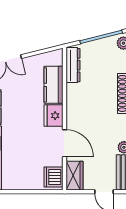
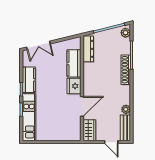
door: (64, 143) -> (82, 106), hinge flipped
dishwasher: (53, 177) -> (74, 131), removed

